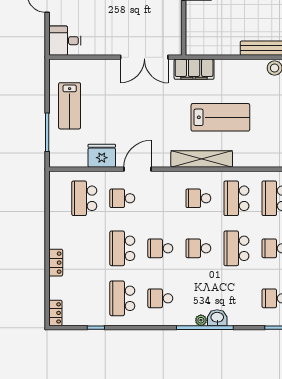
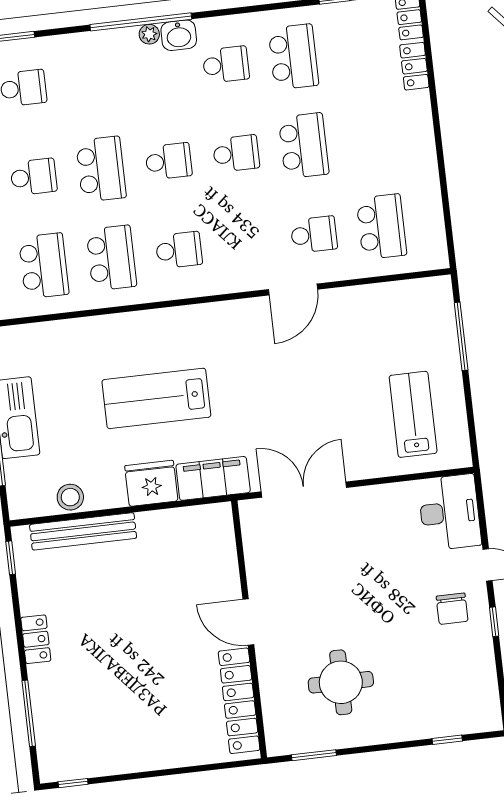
desk: (65, 41) -> (450, 512), width x1.37
lab bench: (70, 106) -> (413, 414), moved
fridge: (102, 156) -> (151, 483), moved, turned 180
shelving: (202, 159) -> (181, 321), removed
locker: (56, 263) -> (414, 66), moved
washbasin: (217, 318) -> (179, 35), moved

